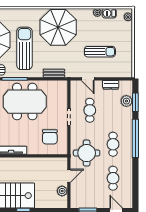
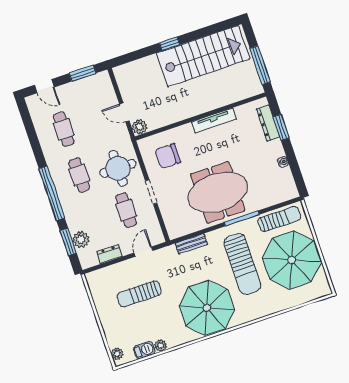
door: (88, 79) -> (143, 252), hinge flipped
chair: (50, 137) -> (168, 156), turned -90
round table: (87, 153) -> (118, 168), moved
door: (69, 176) -> (124, 112), hinge flipped
plant: (62, 191) -> (139, 127), moved

